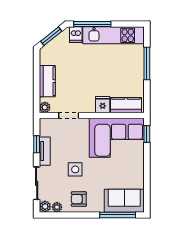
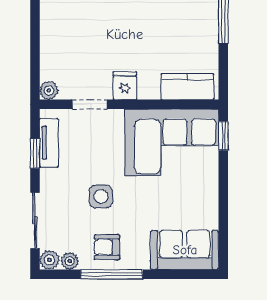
kitchen counter: (47, 81) -> (53, 46), removed
fridge: (103, 105) -> (125, 86), moved
tv unit: (45, 151) -> (49, 143), moved
window: (118, 215) -> (112, 274), moved

